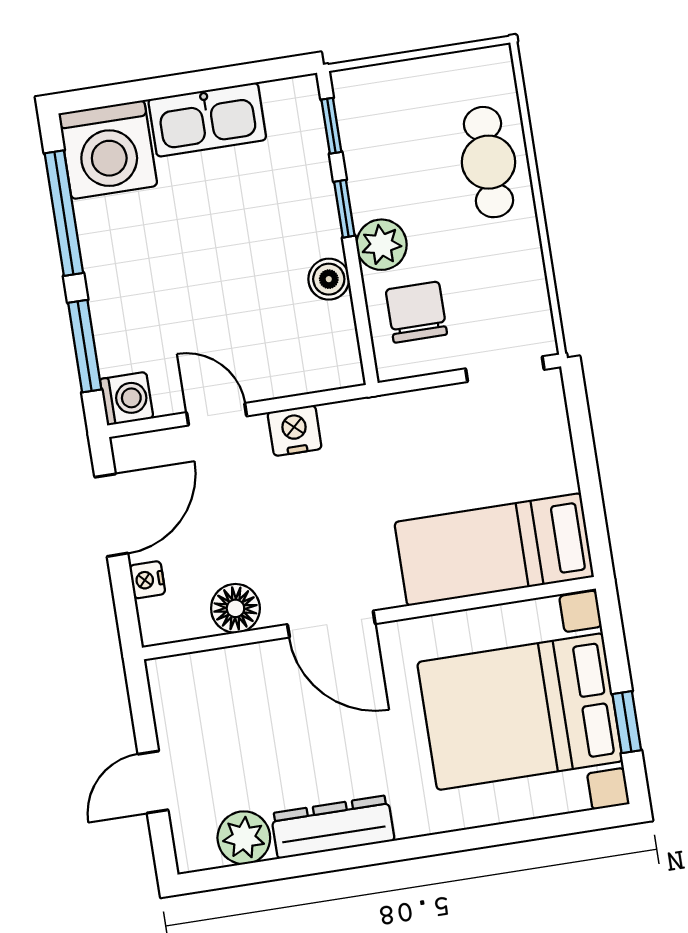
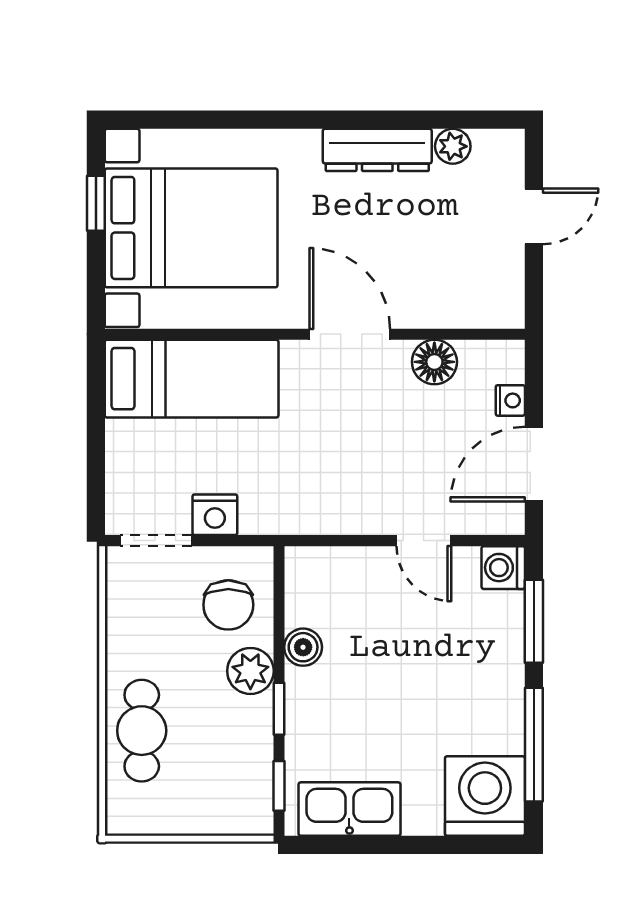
kitchen sink: (207, 120) -> (349, 809), moved
nightstand: (295, 431) -> (215, 515), moved
plant: (244, 838) -> (453, 146), width x0.73, depth x0.73

